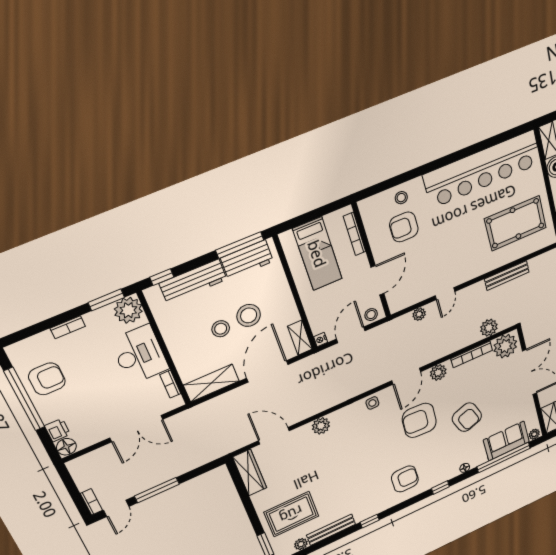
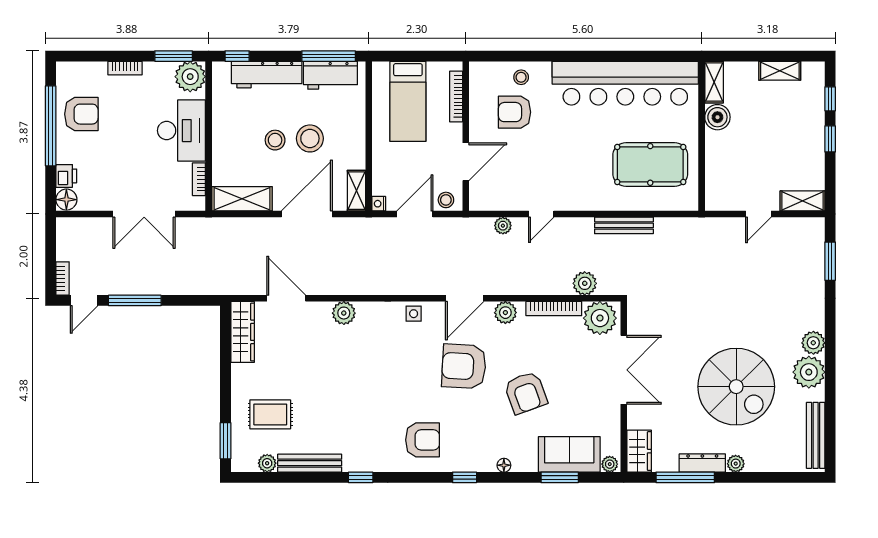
window: (504, 458) -> (560, 477), width x0.47
rug: (291, 514) -> (270, 414), width x0.73, depth x0.70

